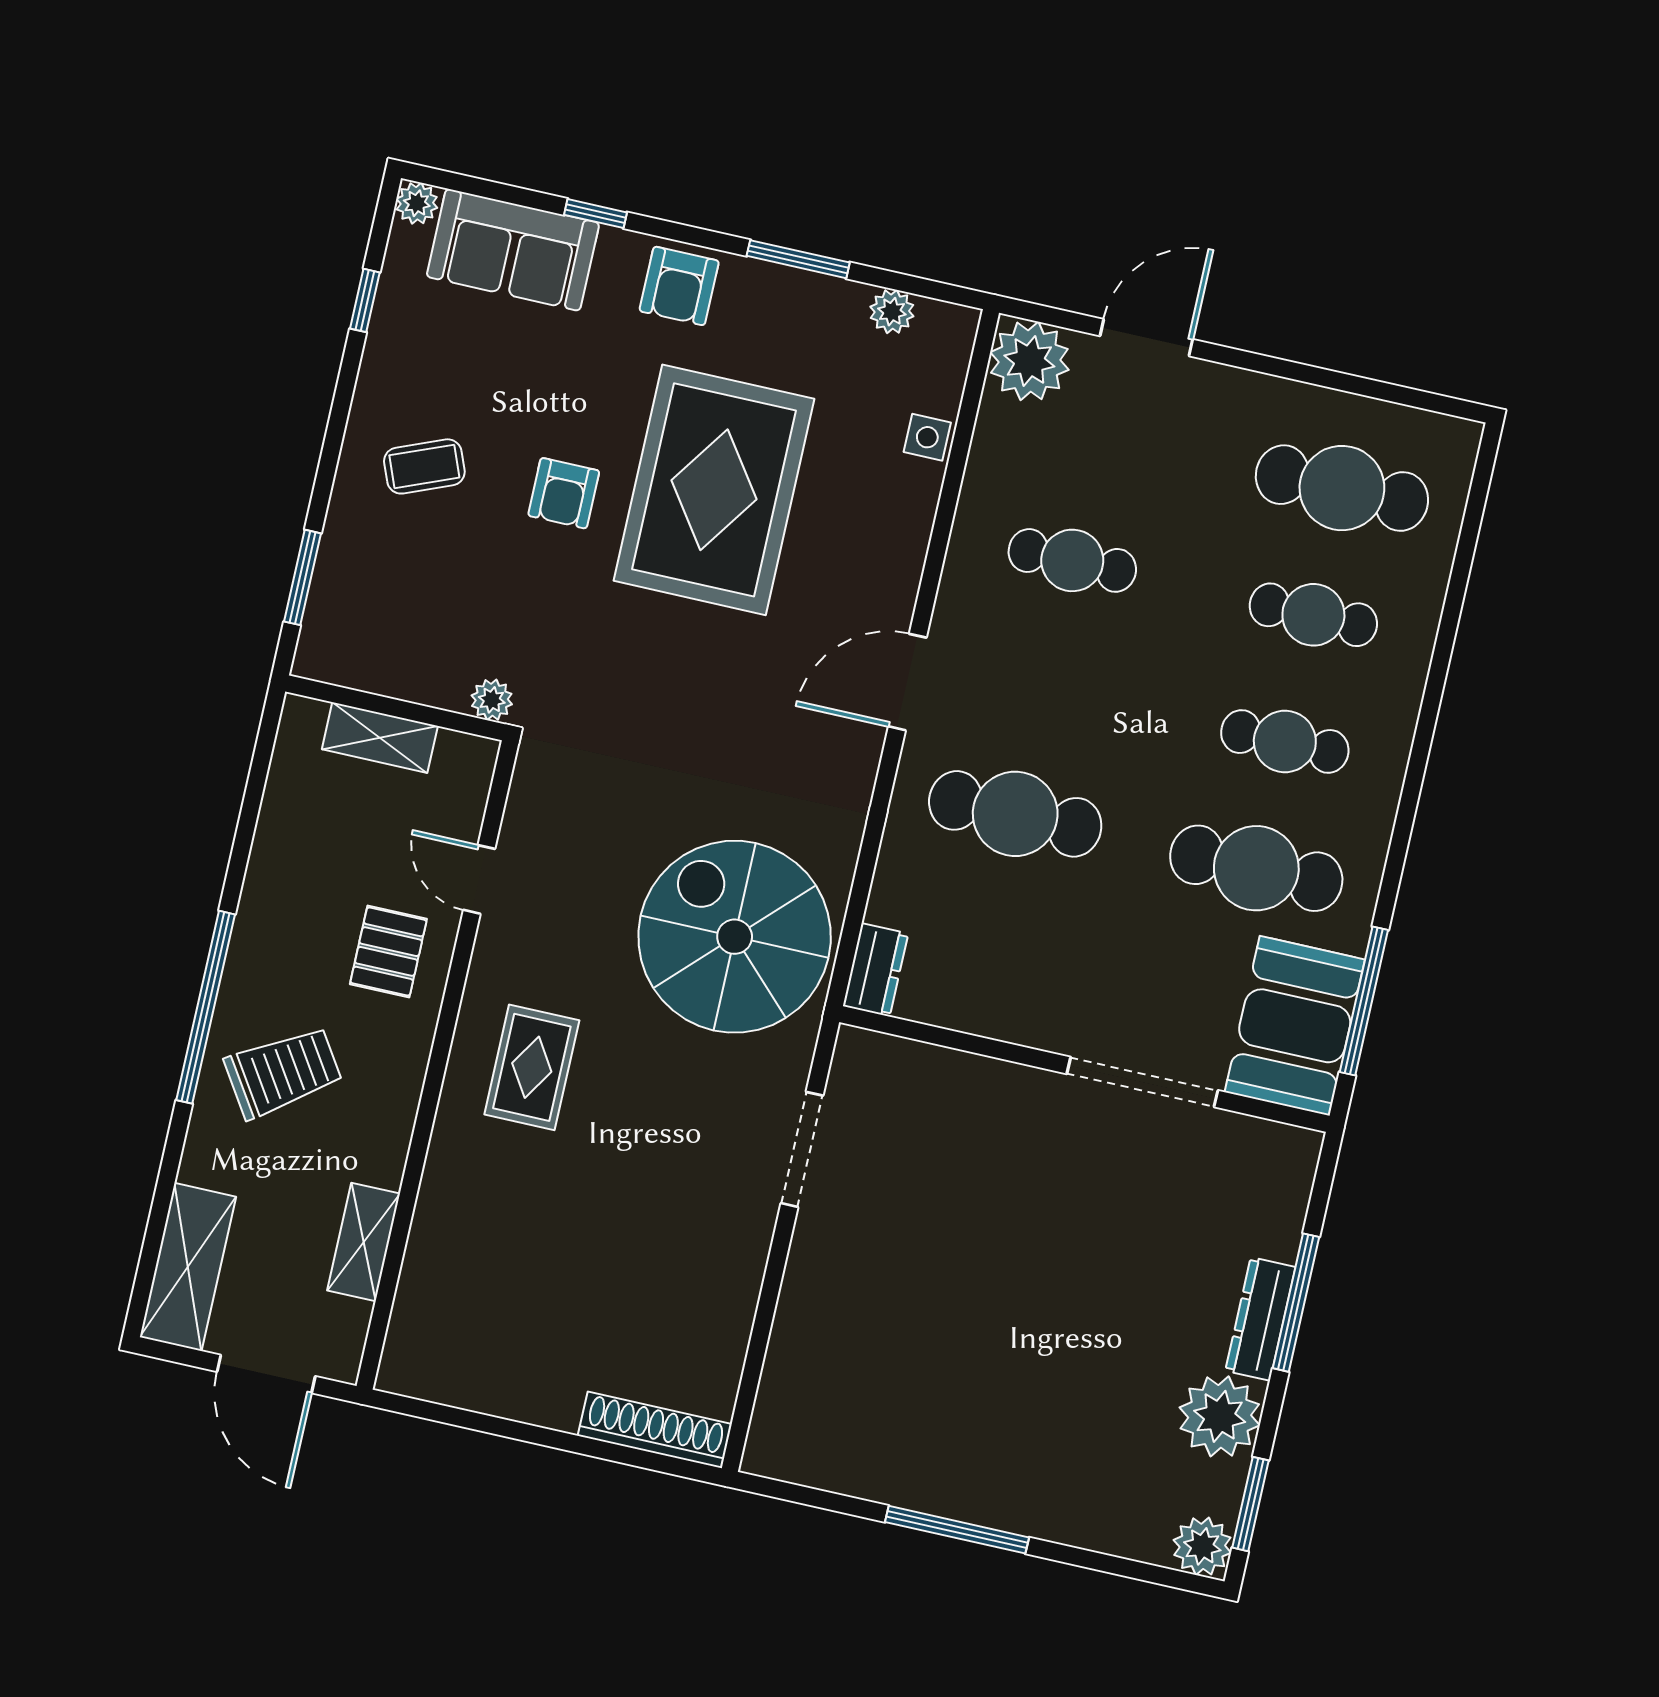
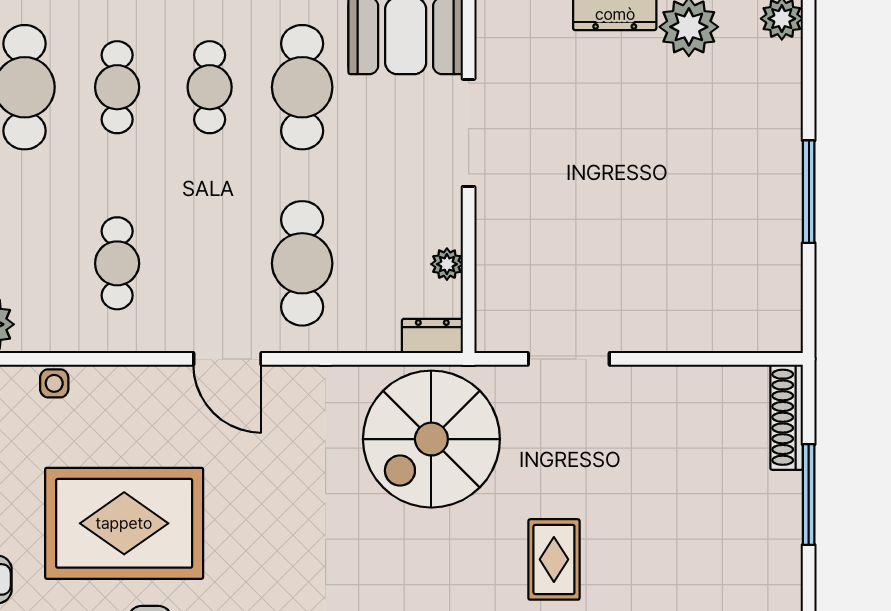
plant: (969, 1012) -> (447, 264), added
rug: (532, 1067) -> (554, 559), turned 90
window: (542, 1436) -> (809, 495), added

